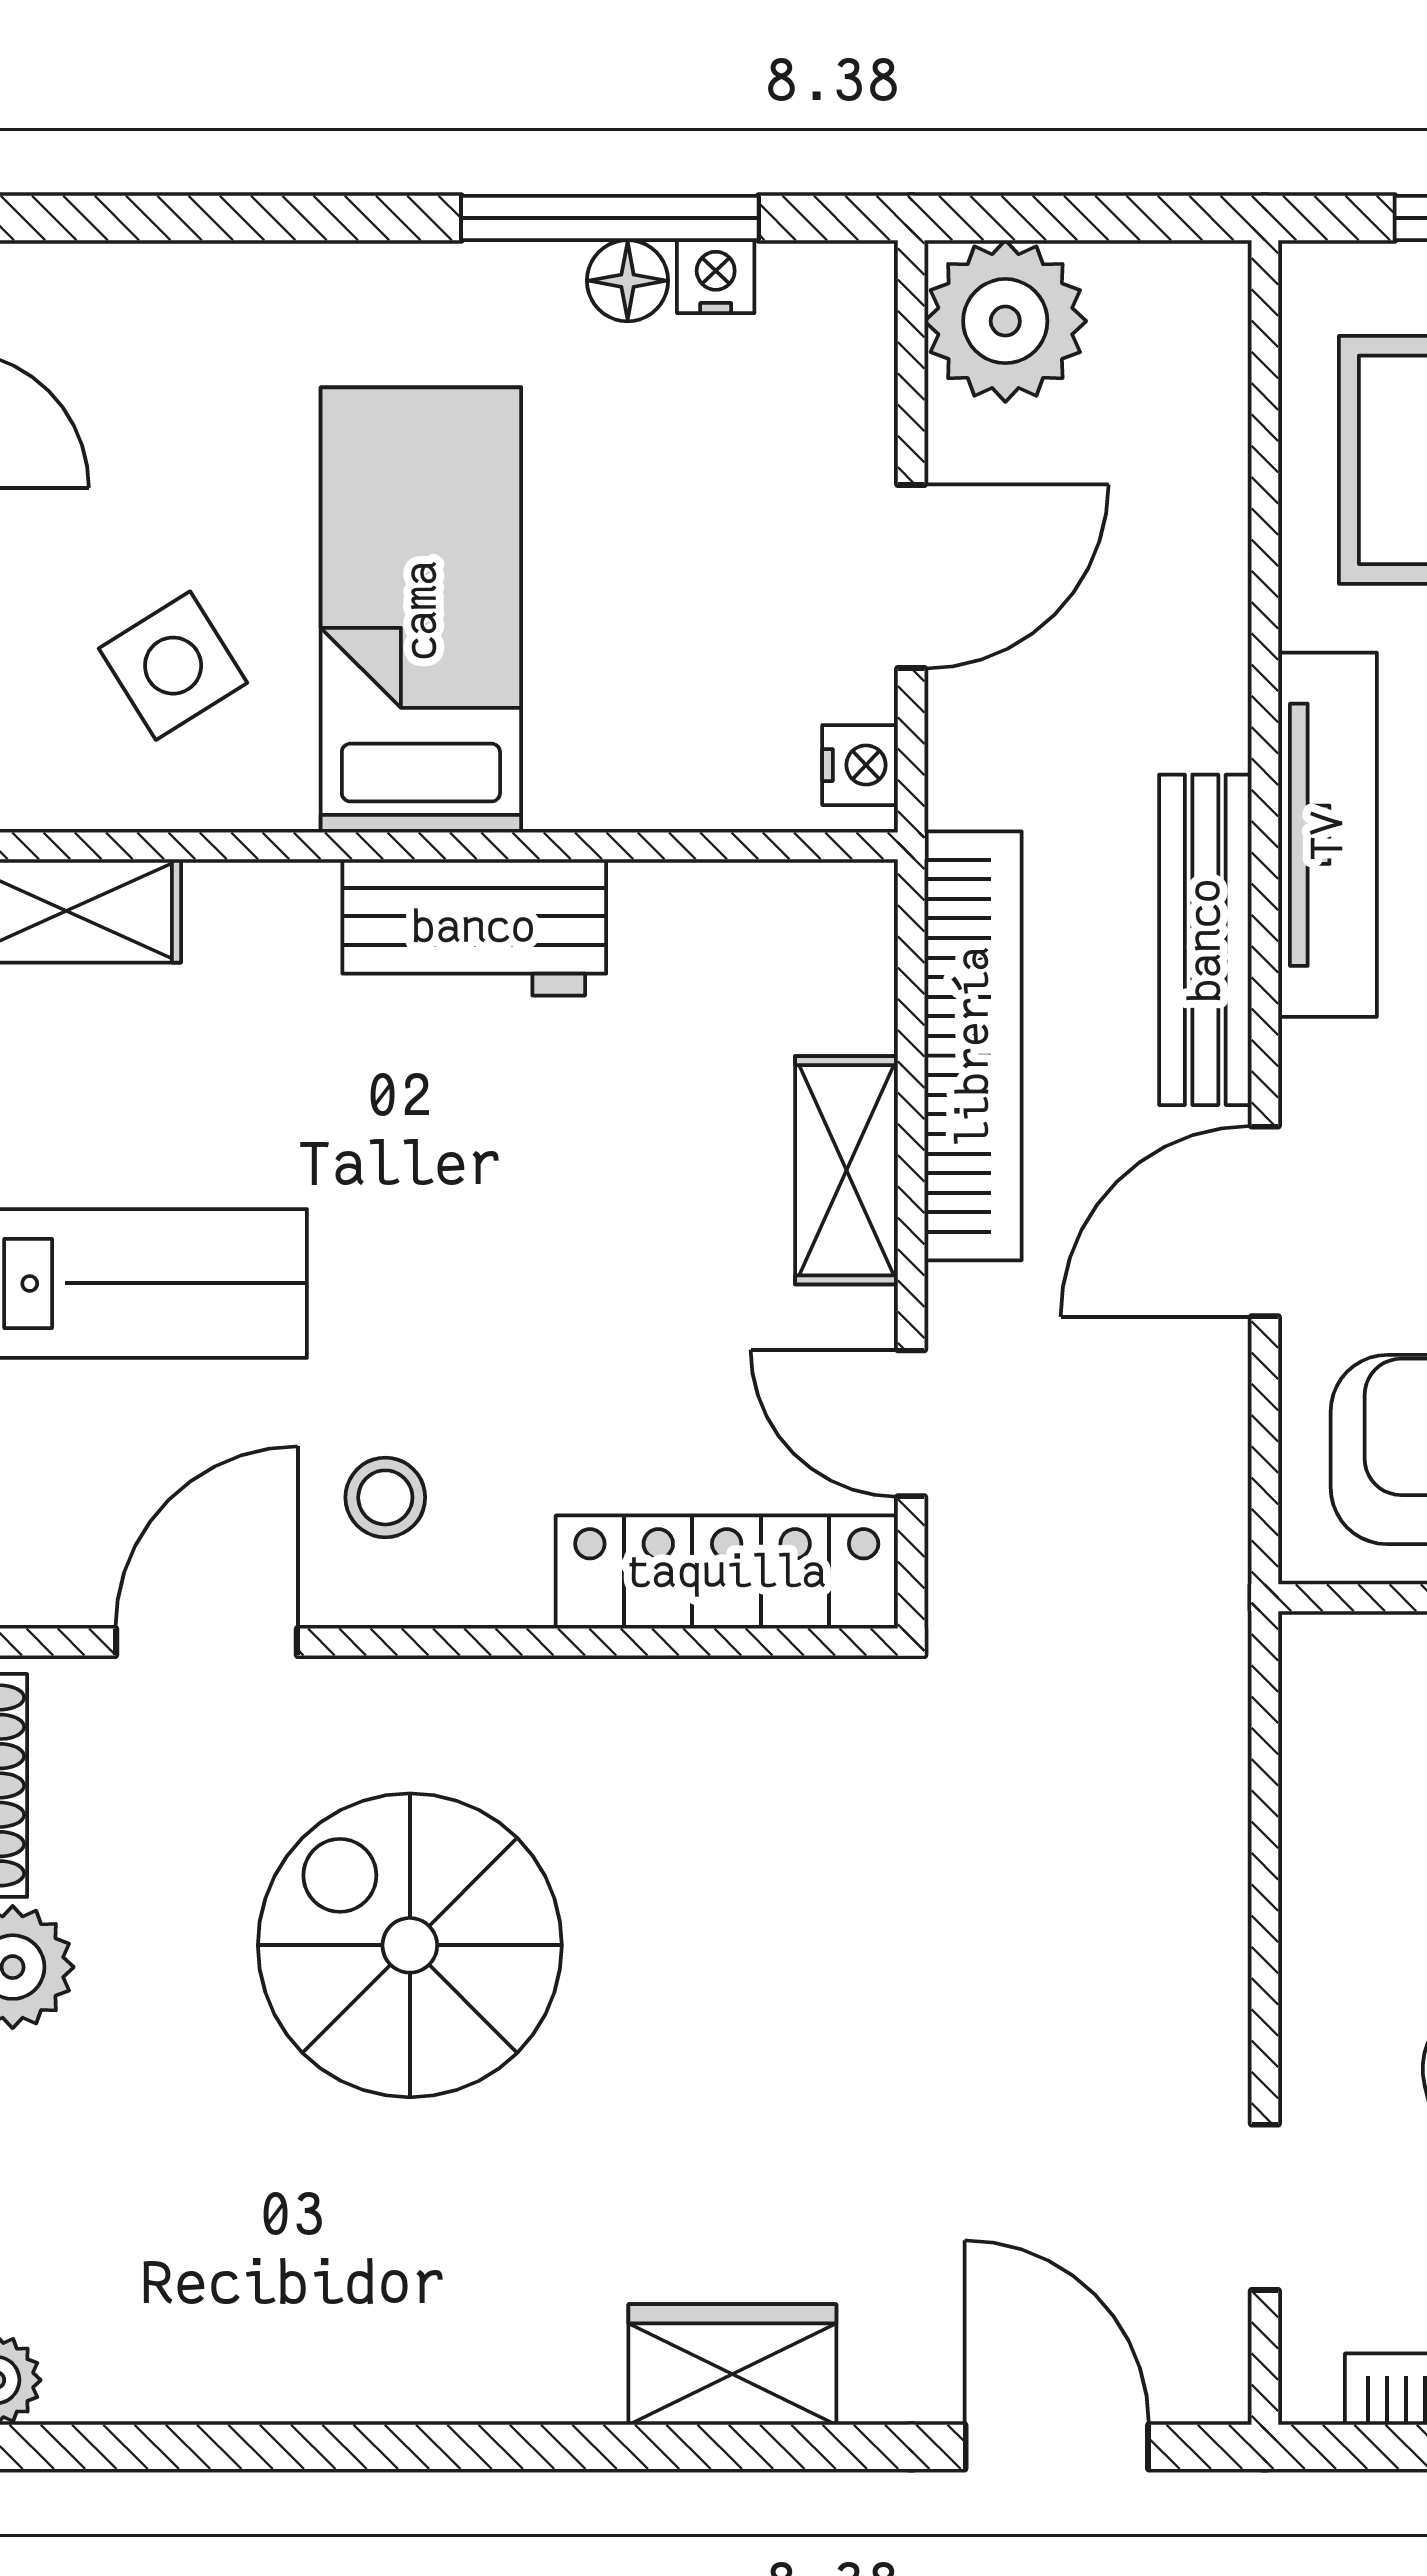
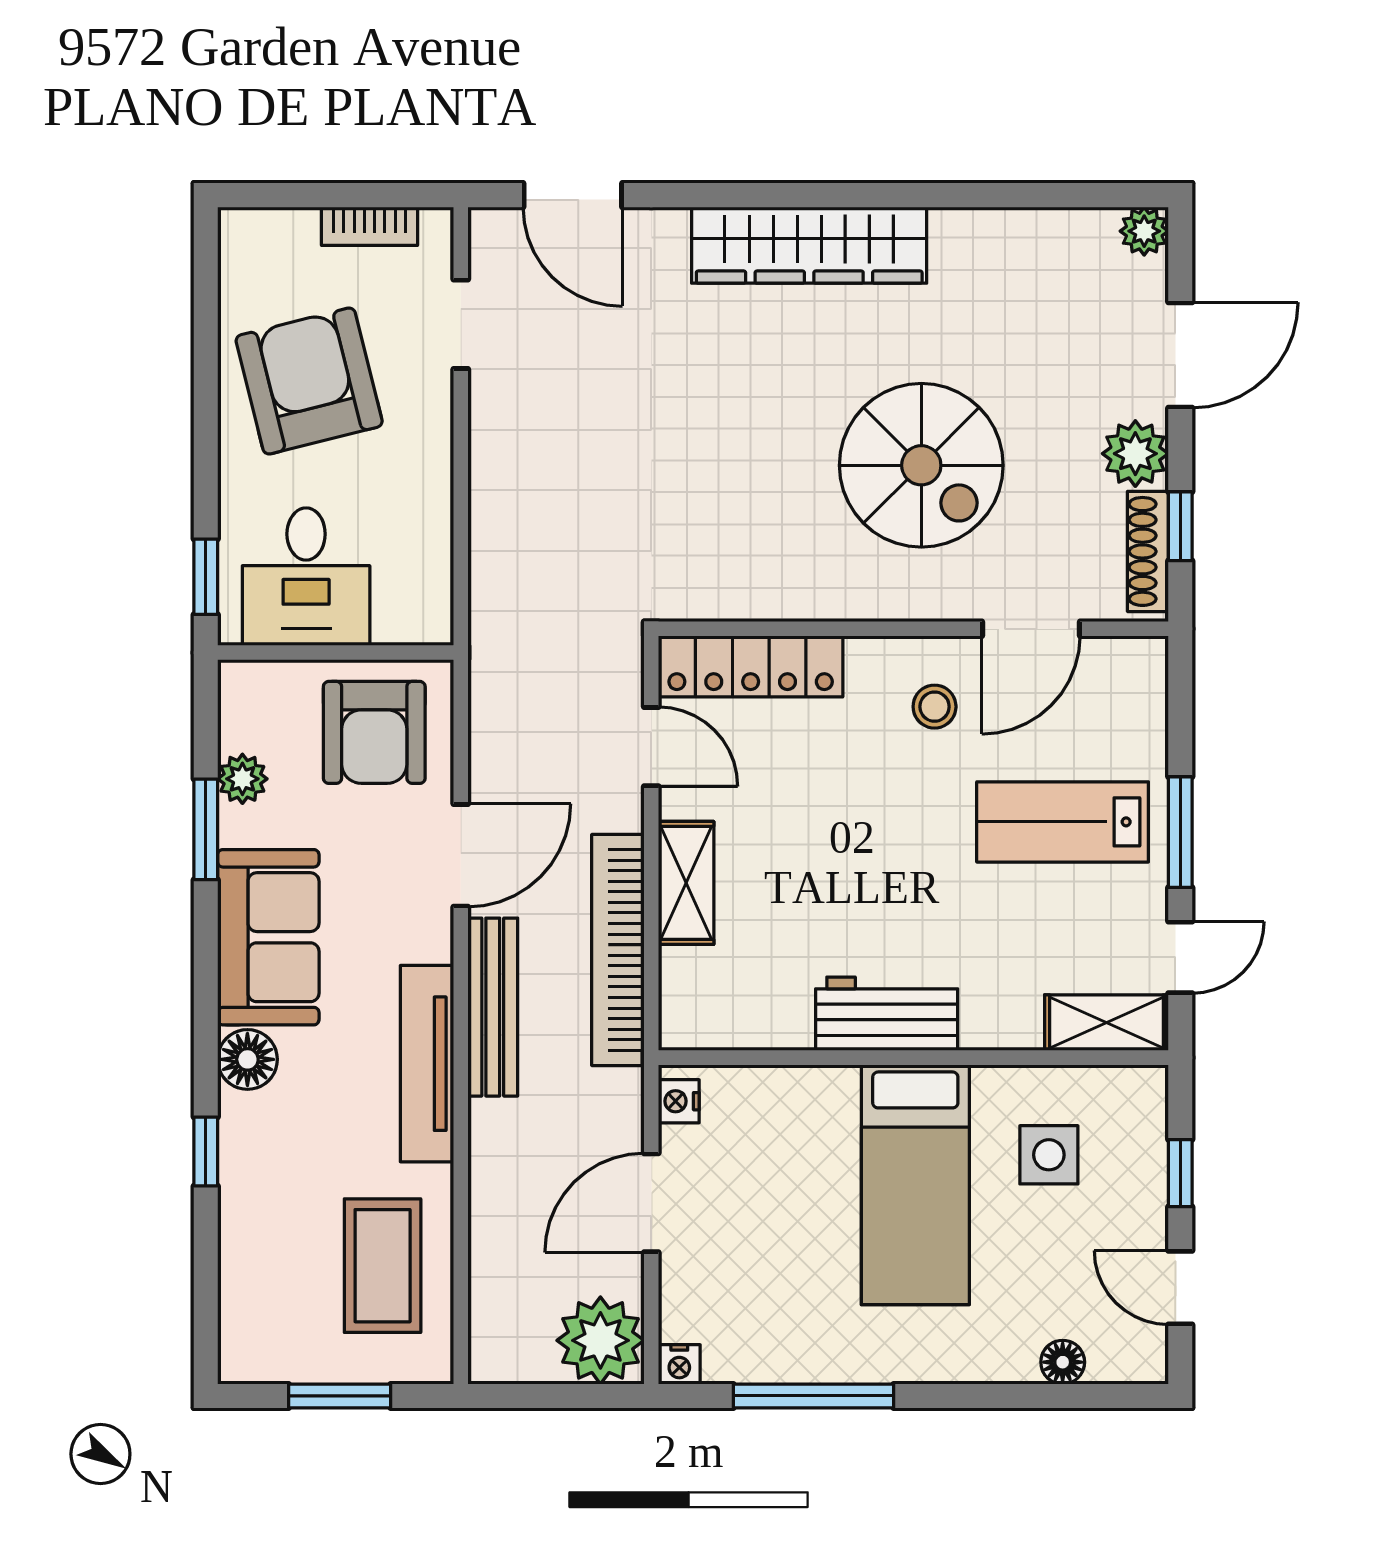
nightstand: (716, 277) -> (679, 1364), moved
floor lamp: (628, 281) -> (1063, 1362), moved
side table: (173, 666) -> (1049, 1155), turned 32
wardrobe: (732, 2364) -> (809, 245), width x2.10, depth x1.17

